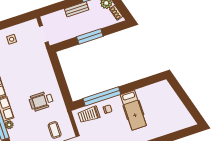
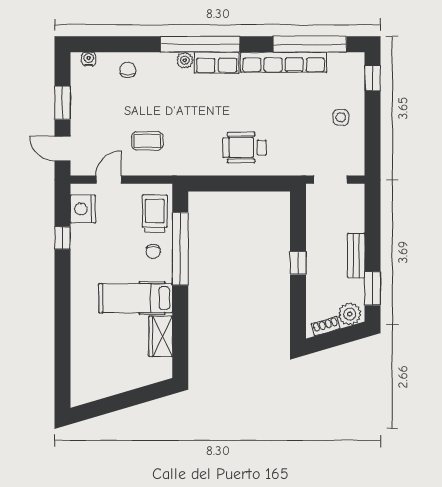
window: (90, 36) -> (298, 263), width x0.46
wardrobe: (148, 92) -> (161, 336), added
wheelchair: (41, 101) -> (244, 148), moved, turned -90

